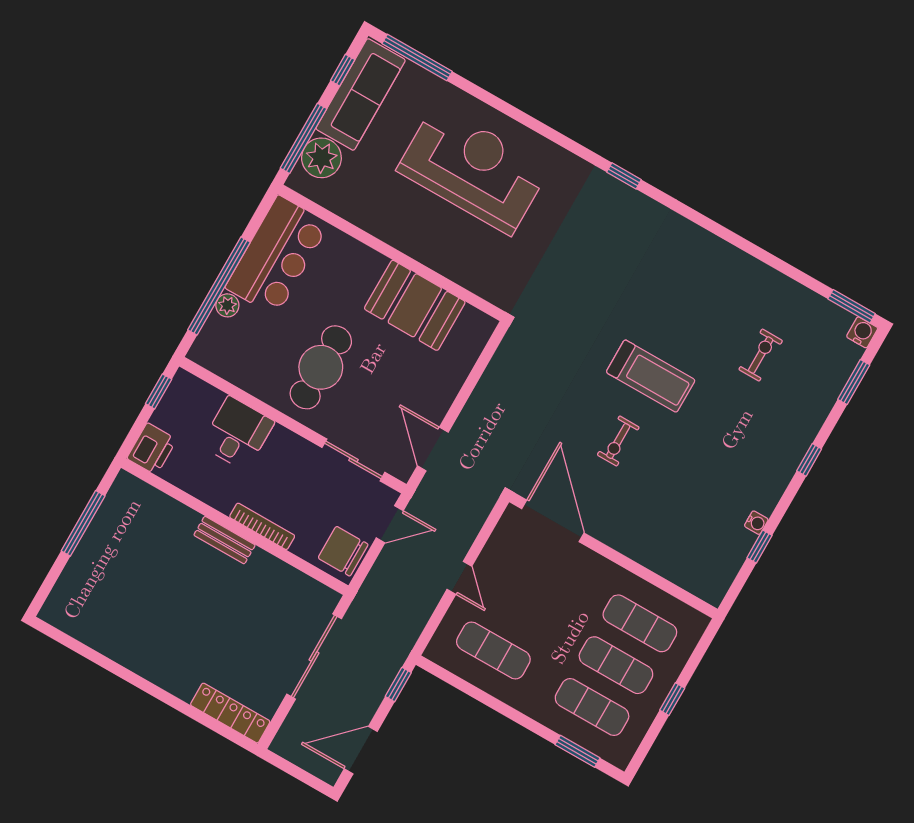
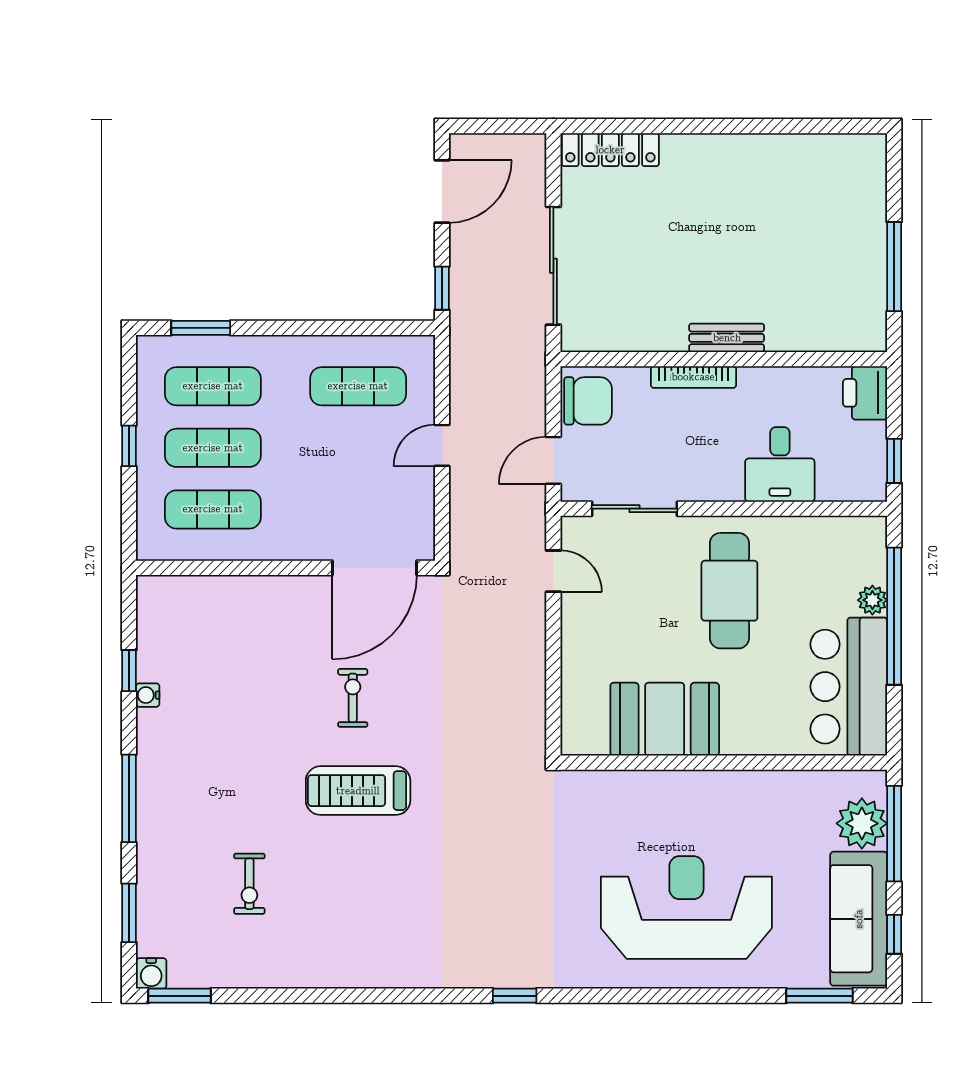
window: (417, 57) -> (819, 996), width x0.69
reception desk: (473, 169) -> (686, 907), turned 180
door: (433, 449) -> (553, 571), width x0.73
window: (809, 460) -> (129, 798), width x2.17
door: (553, 521) -> (375, 568), hinge flipped
door: (459, 578) -> (442, 445), hinge flipped

